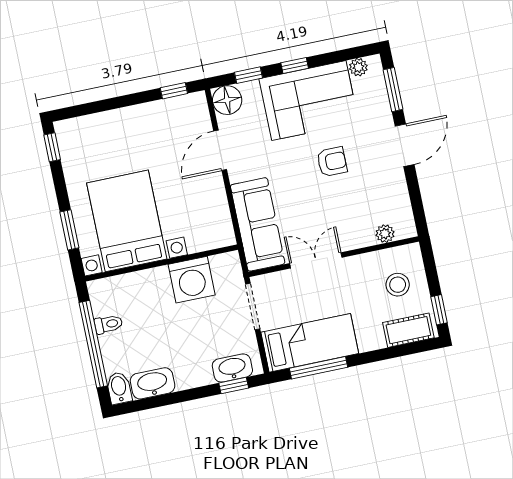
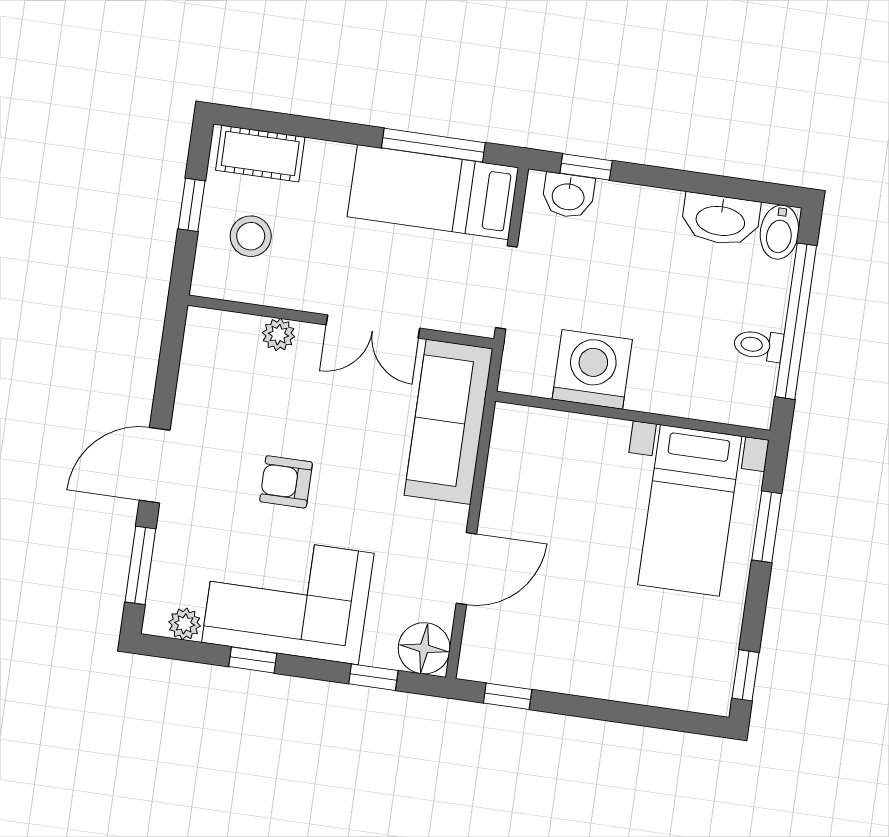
window: (295, 65) -> (253, 660), moved
bed with nightstands: (127, 221) -> (690, 510), width x0.73
plant: (385, 234) -> (279, 335), moved
window: (439, 310) -> (192, 205), moved
washbasin: (232, 368) -> (568, 196), width x0.72

